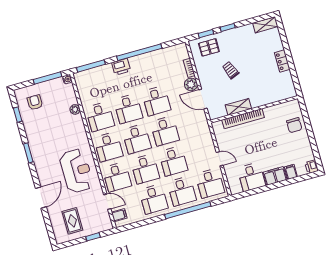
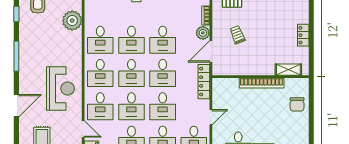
trolley: (231, 70) -> (237, 35), moved
door: (203, 99) -> (211, 51), hinge flipped
shelving: (238, 107) -> (288, 70), moved
plant: (75, 109) -> (72, 21), width x1.87, depth x1.87
bookcase: (243, 119) -> (262, 83), moved
locker: (204, 128) -> (204, 82), added
window: (28, 153) -> (16, 56), width x1.44
door: (220, 159) -> (211, 117), hinge flipped

